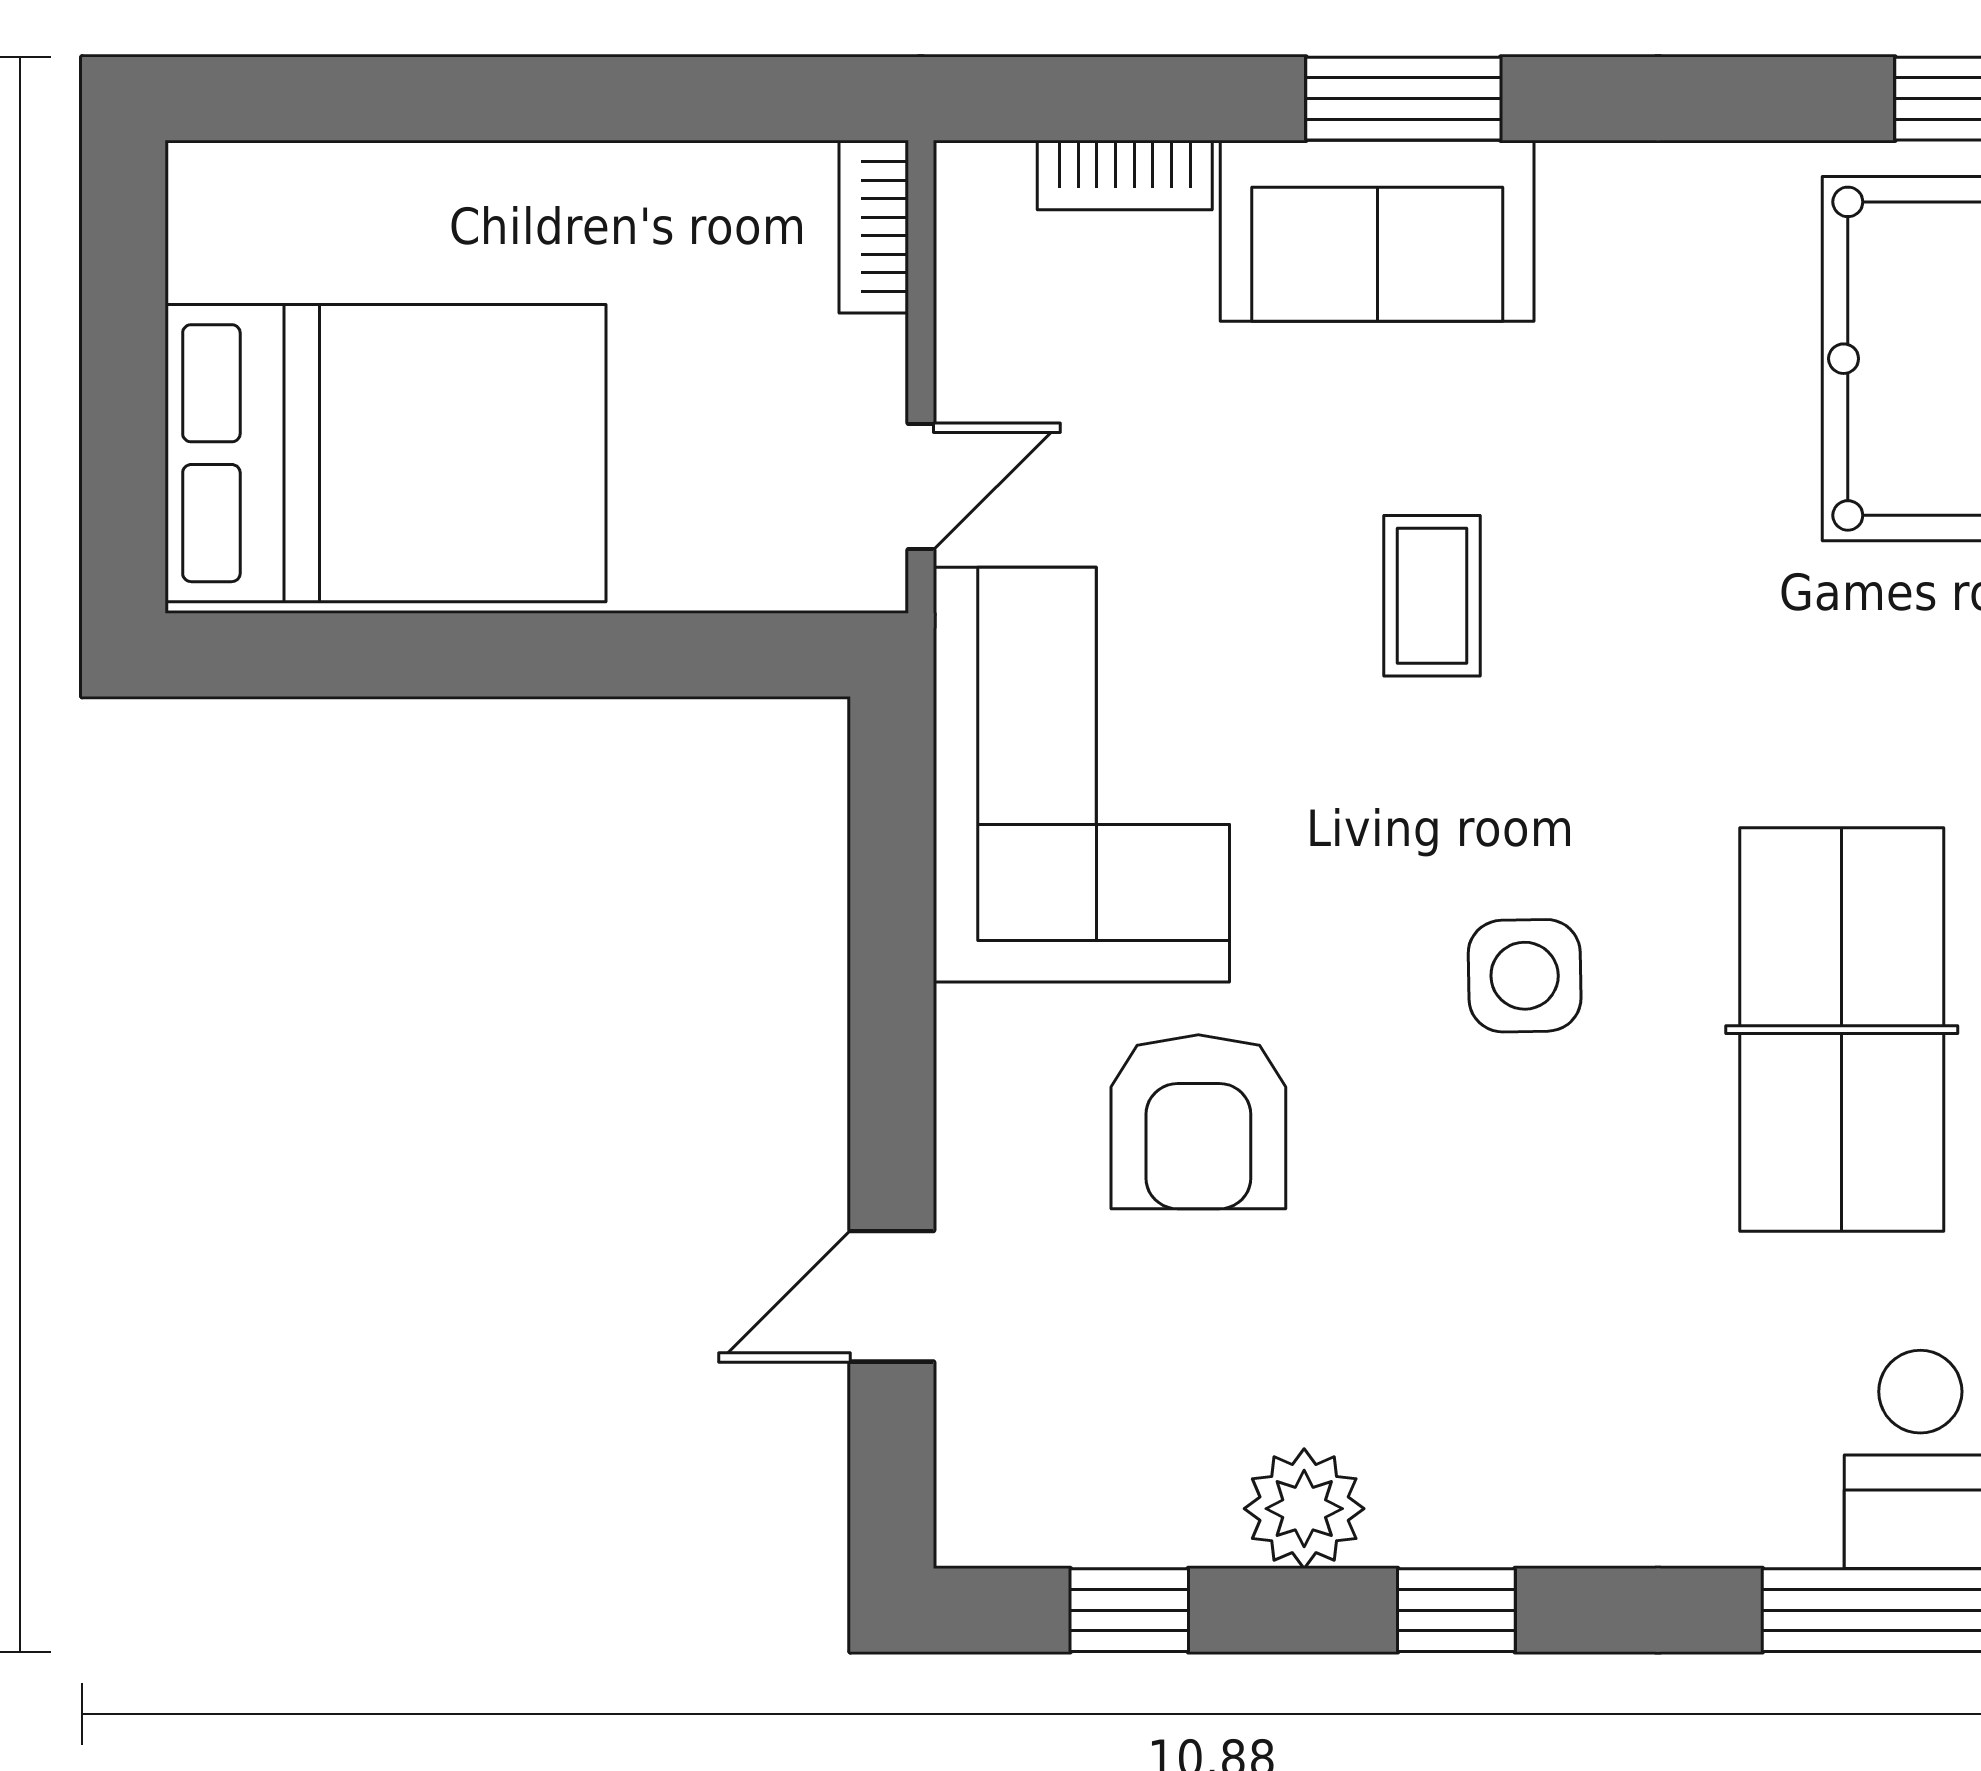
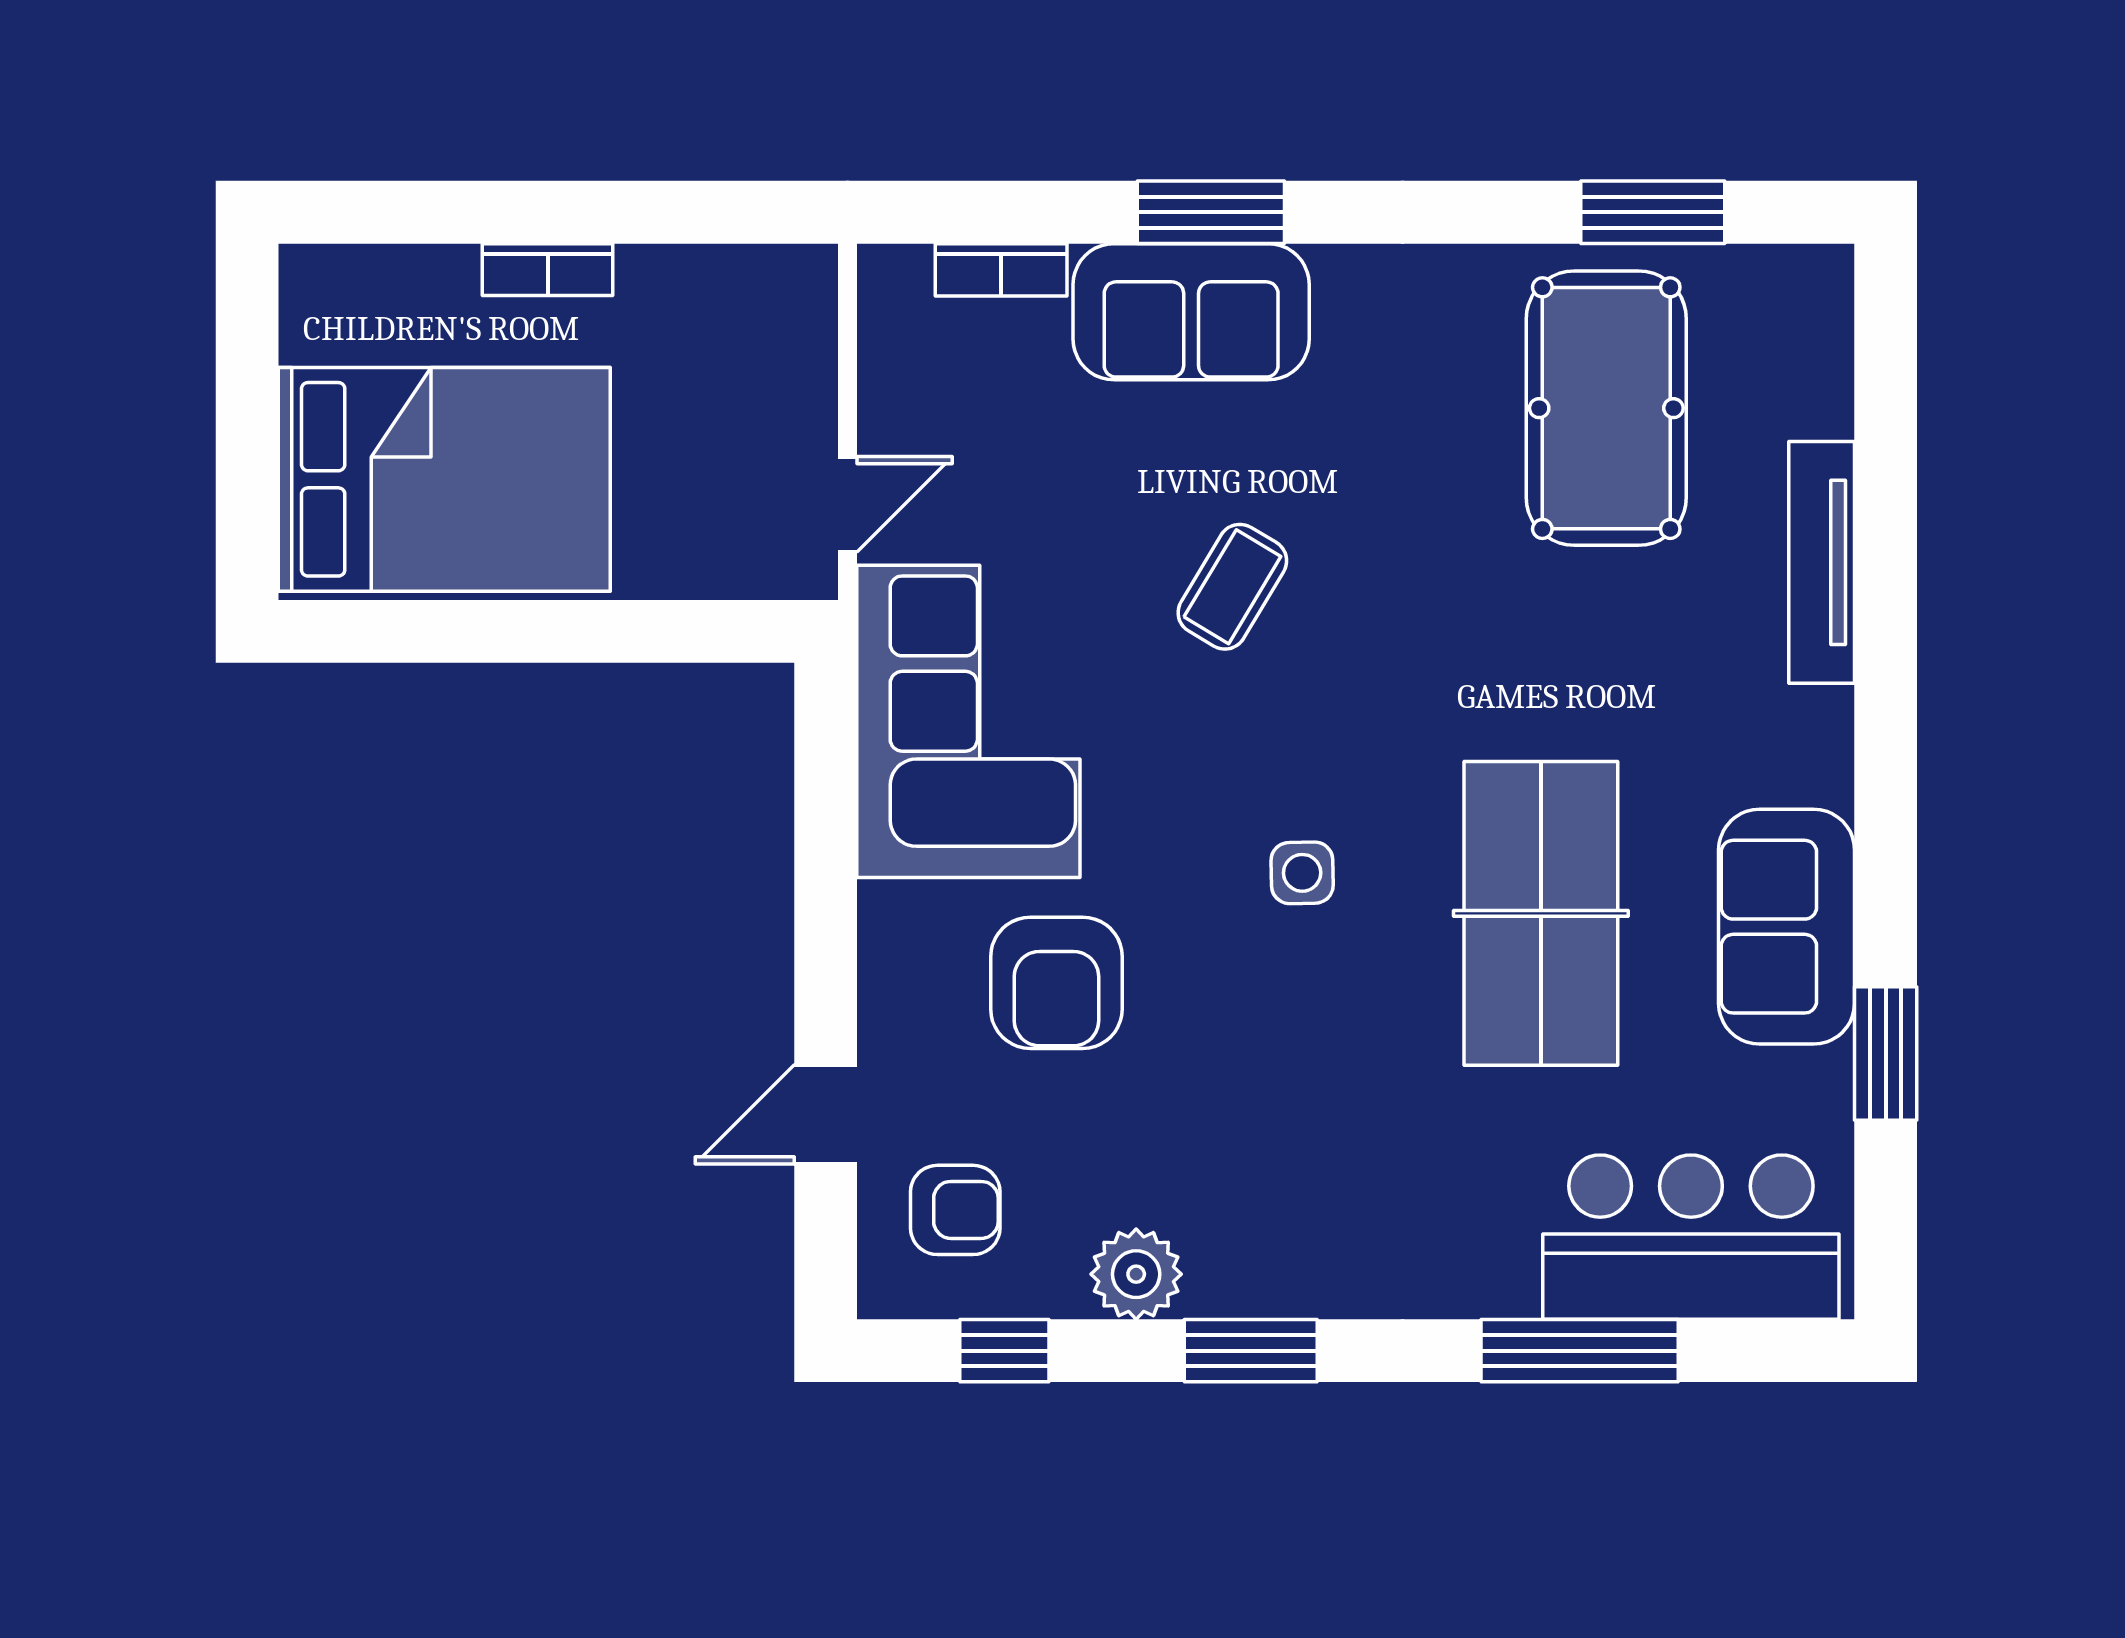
bookcase: (874, 227) -> (548, 270), moved, turned -90
coffee table: (1432, 596) -> (1232, 587), turned 31
side table: (1525, 976) -> (1302, 873), width x0.73, depth x0.73
armchair: (1064, 1423) -> (955, 1210), added
window: (1456, 1610) -> (1251, 1351), width x1.50

